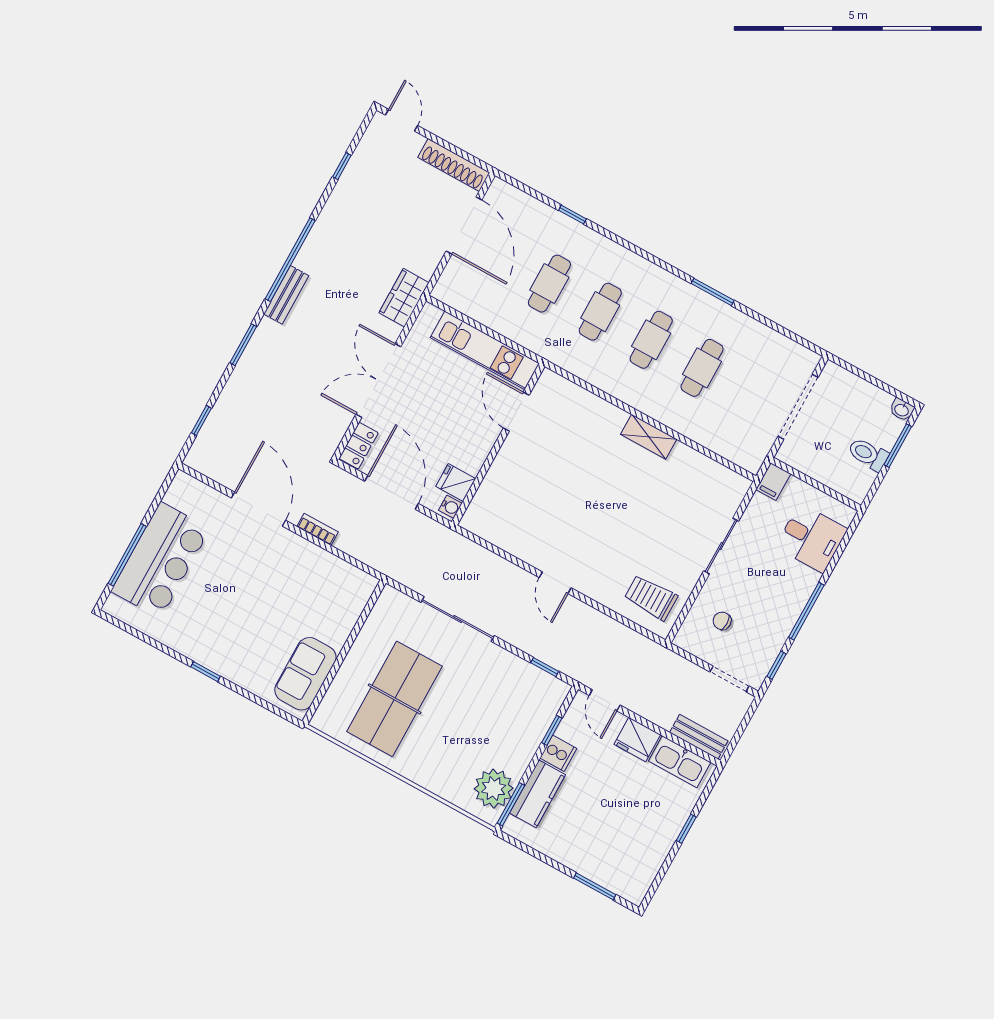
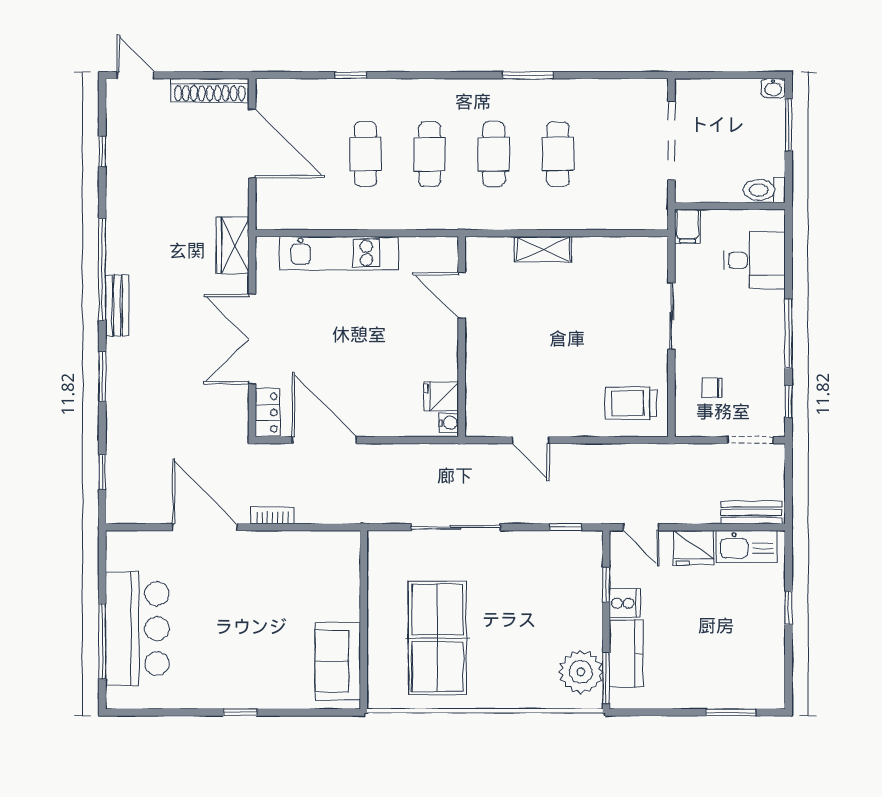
door: (516, 412) -> (462, 296), moved
wall: (498, 444) -> (462, 337), moved
toilet: (868, 454) -> (764, 190), moved
fridge: (456, 482) -> (441, 396), moved
water cooler: (450, 507) -> (449, 423), moved

